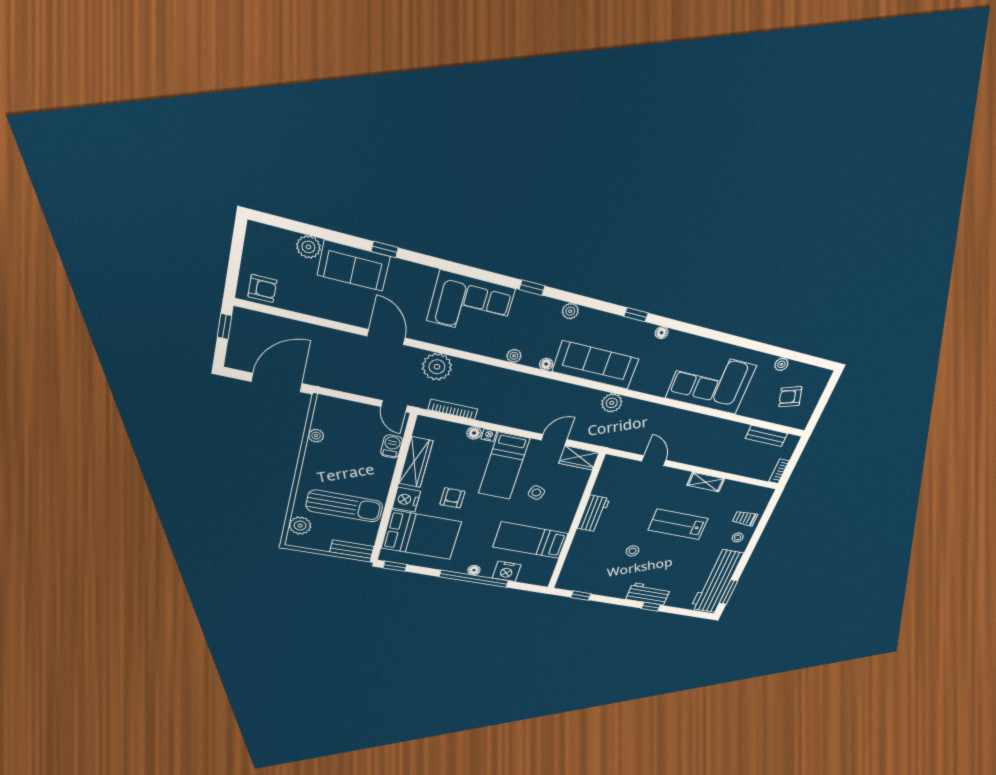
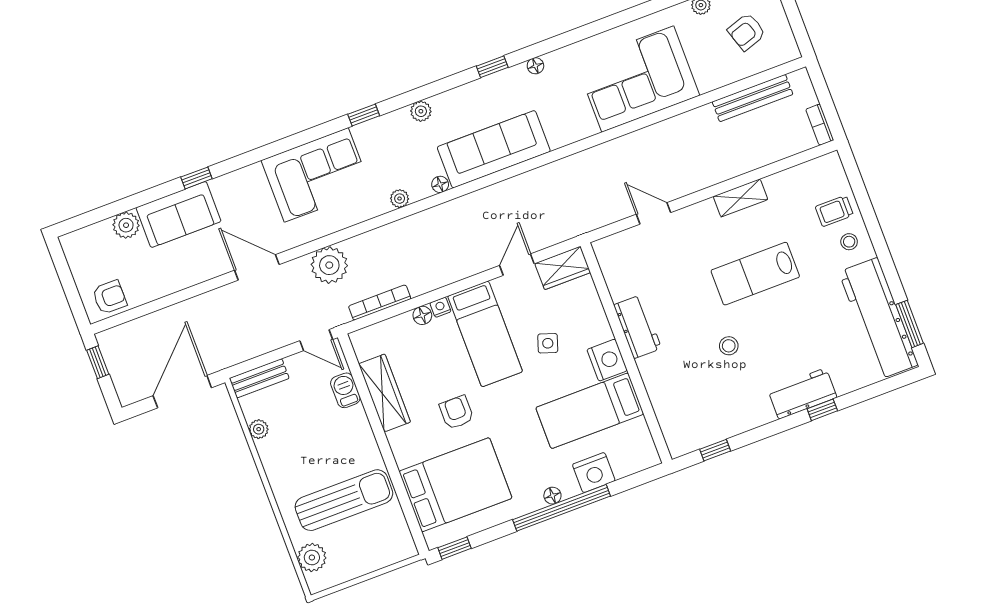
plant: (612, 403) -> (546, 179), removed
bench: (766, 436) -> (753, 98), width x1.36
nightstand: (406, 500) -> (607, 360), moved, turned 180
bench: (352, 549) -> (259, 378), moved

